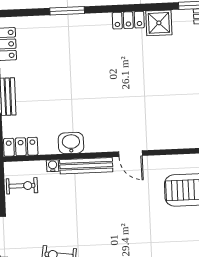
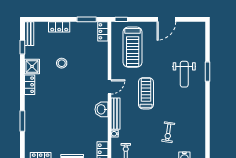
stool: (167, 72) -> (62, 63), added
washbasin: (71, 143) -> (101, 109), moved
treadmill: (122, 215) -> (146, 93), added

